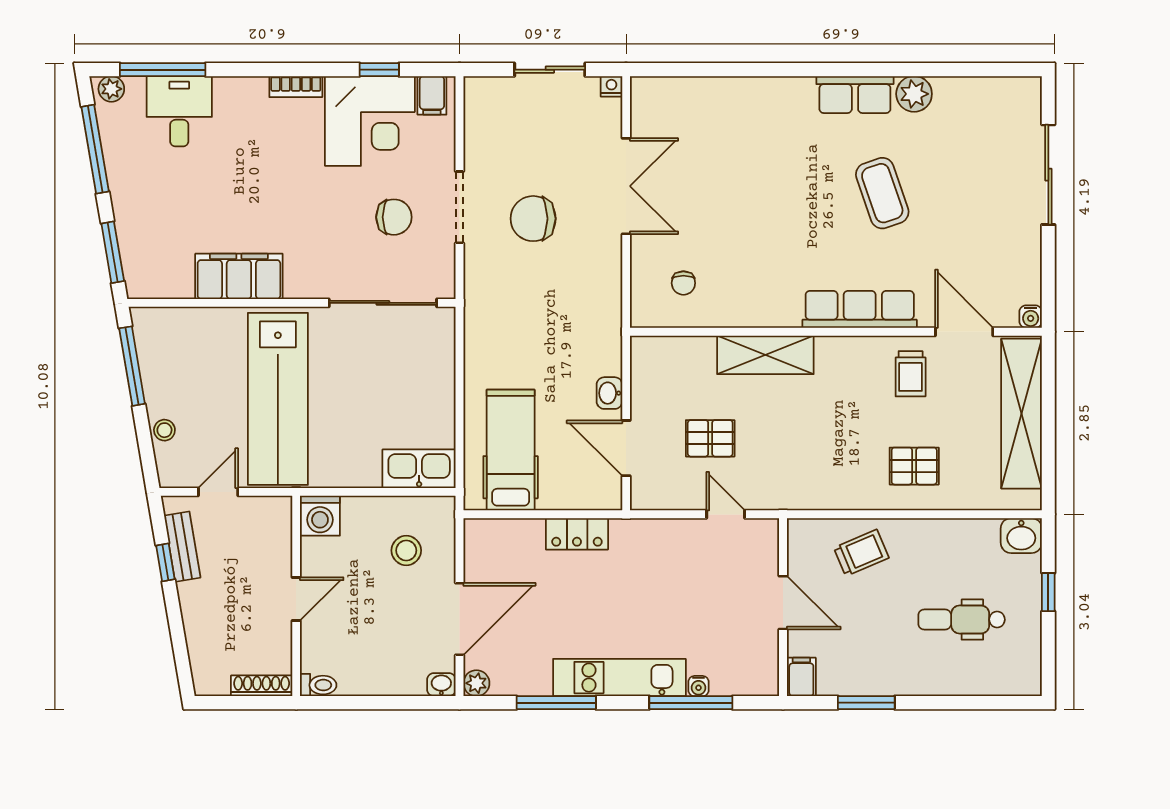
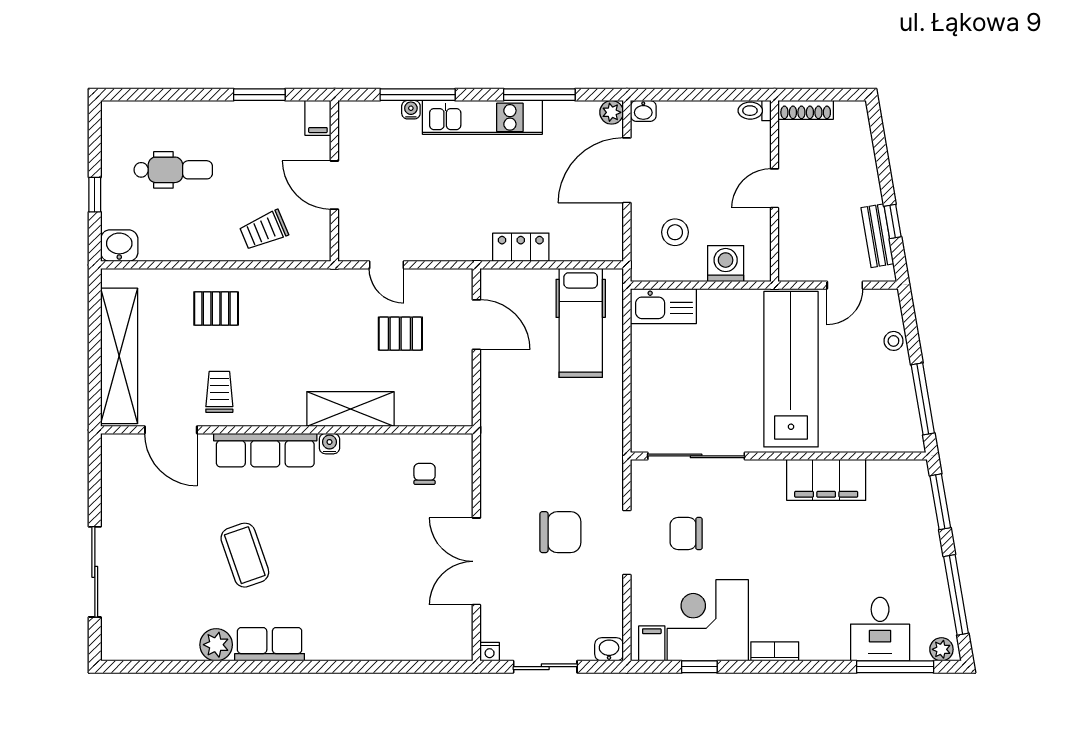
water cooler: (1031, 317) -> (329, 444), moved
washbasin: (609, 393) -> (609, 649), moved, turned -90
washing machine: (320, 516) -> (726, 264), moved

